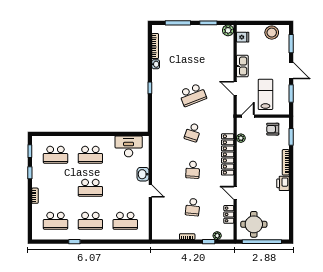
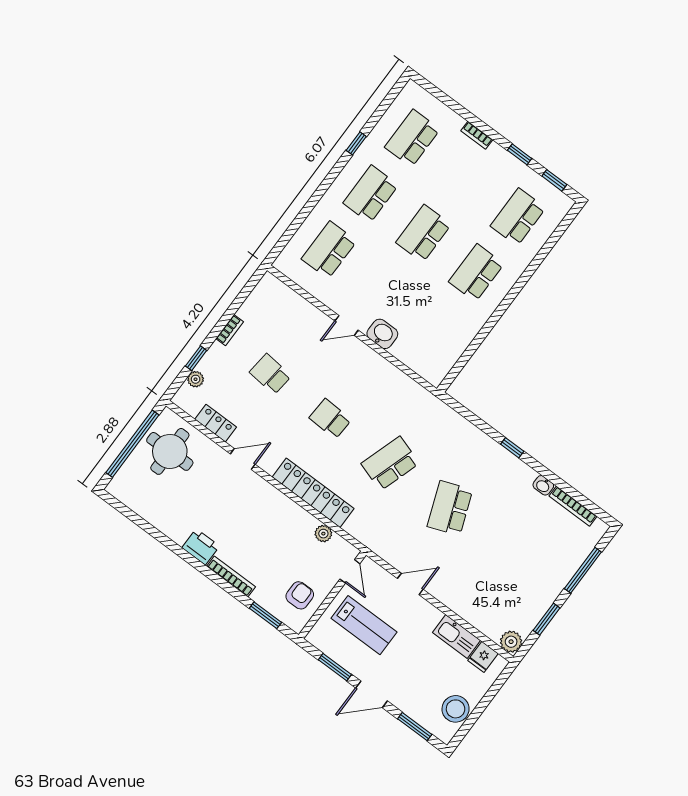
kitchen sink: (242, 66) -> (457, 636), moved
school desk: (193, 132) -> (390, 463), width x1.85
desk: (129, 146) -> (444, 344), removed

